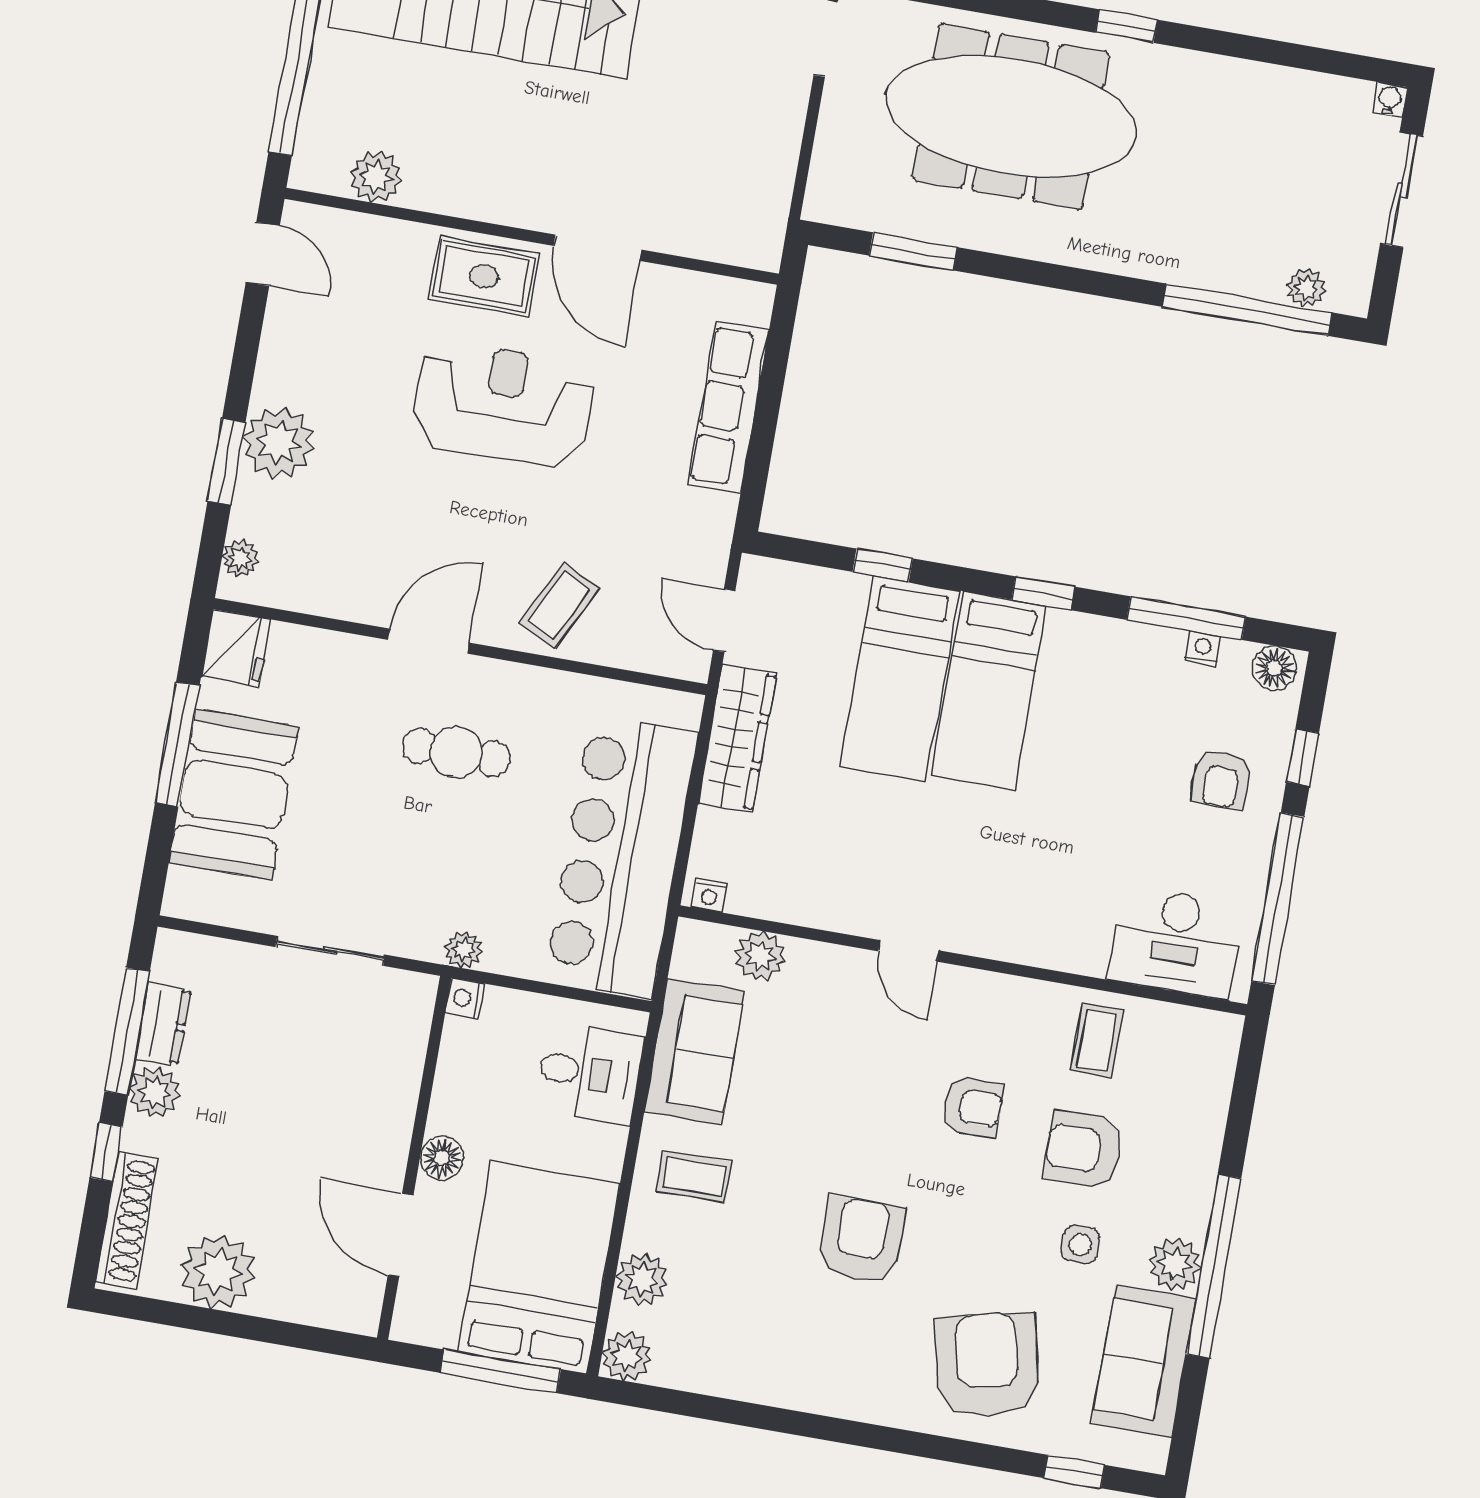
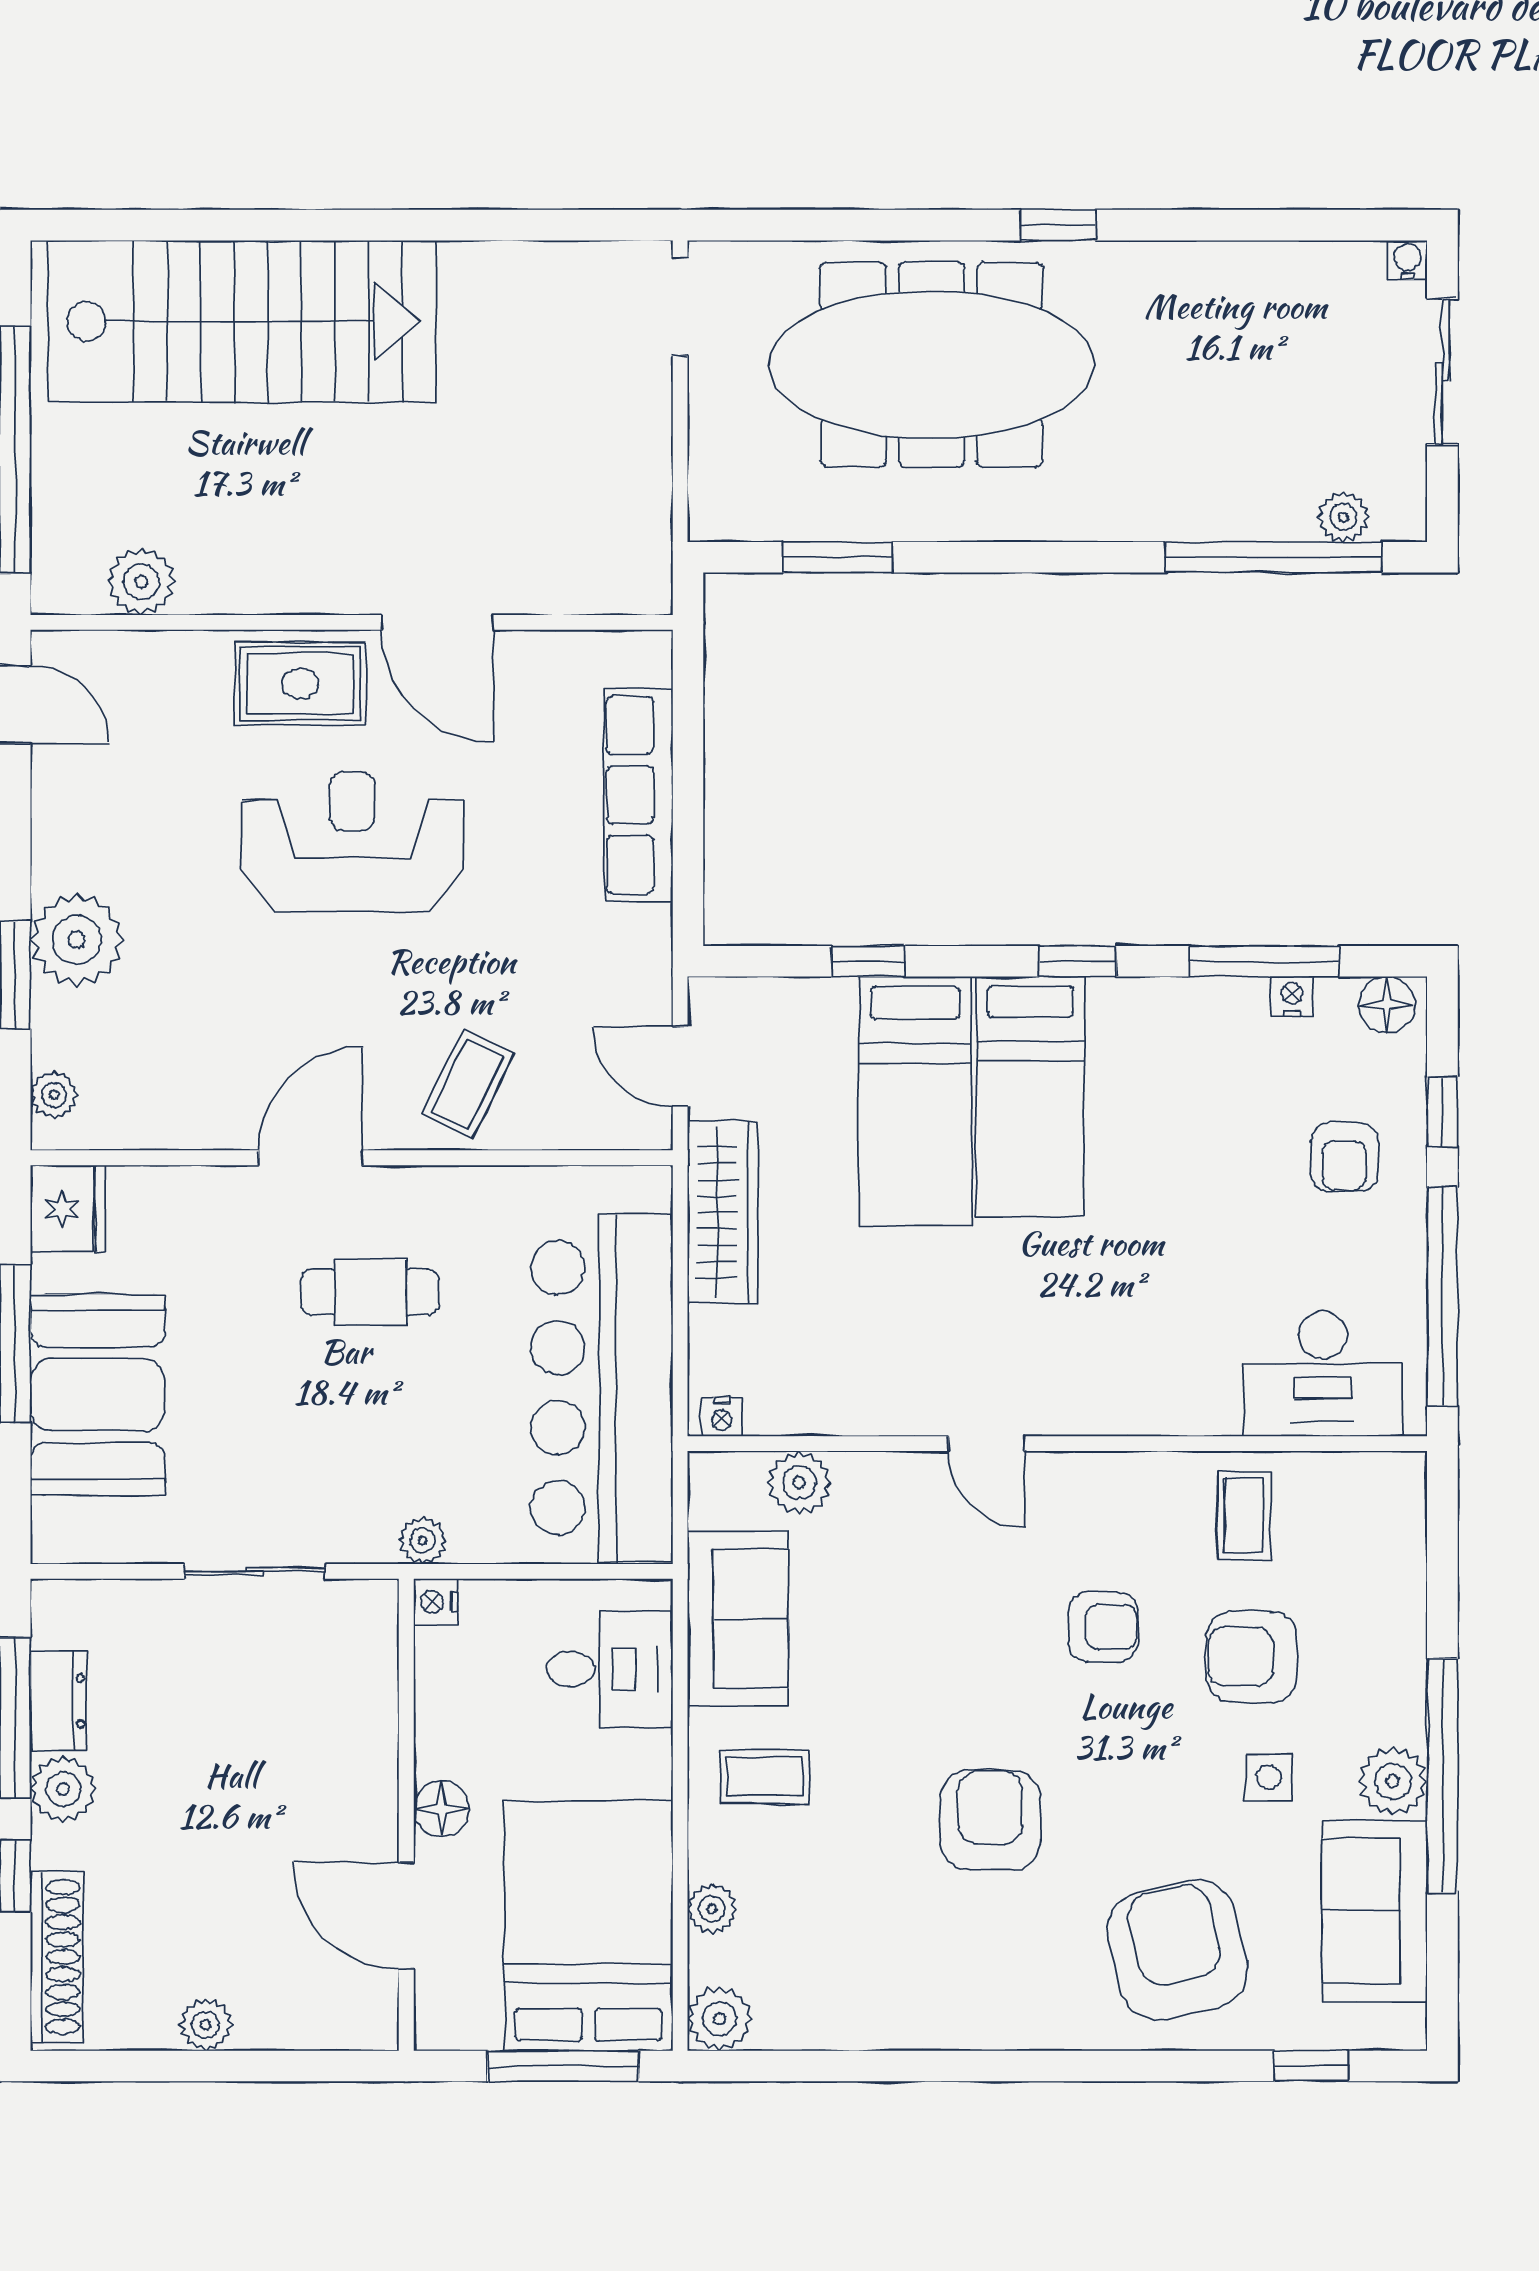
plant: (218, 1272) -> (206, 2025), width x0.53, depth x0.53
plant: (642, 1279) -> (712, 1909), width x0.73, depth x0.73

